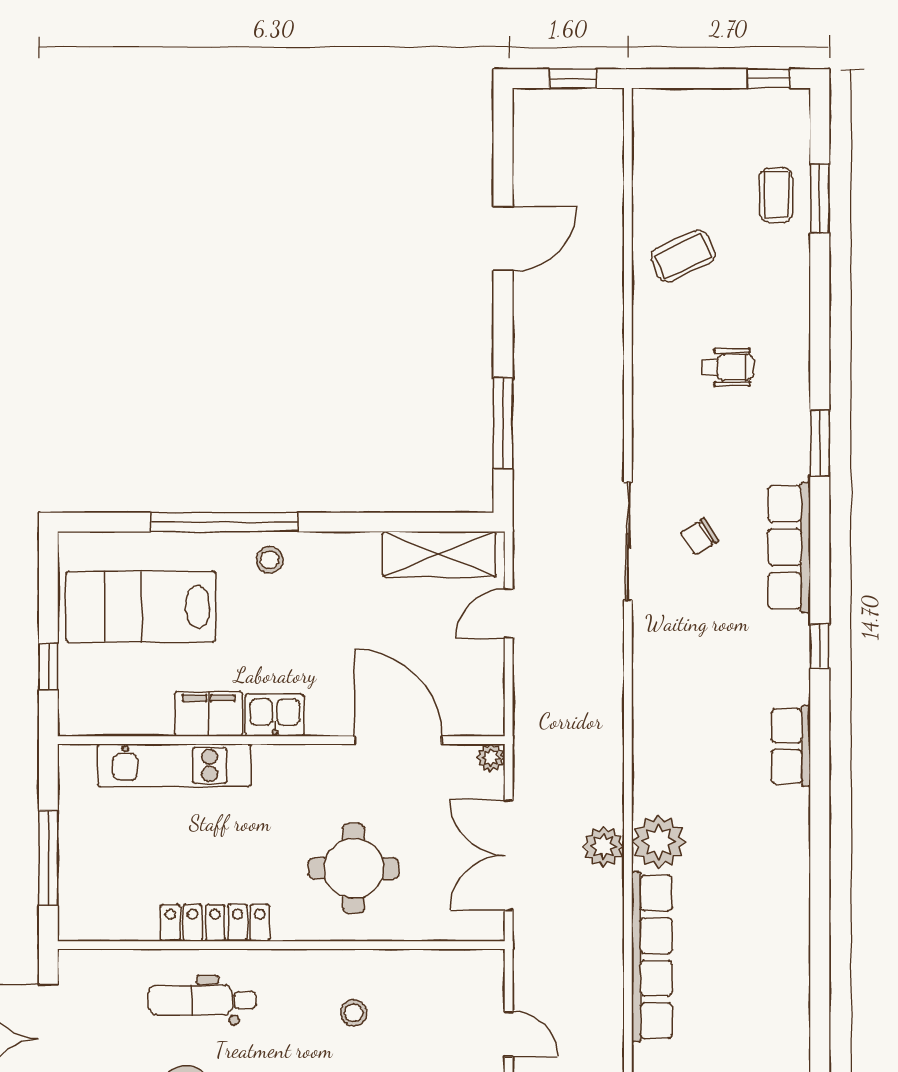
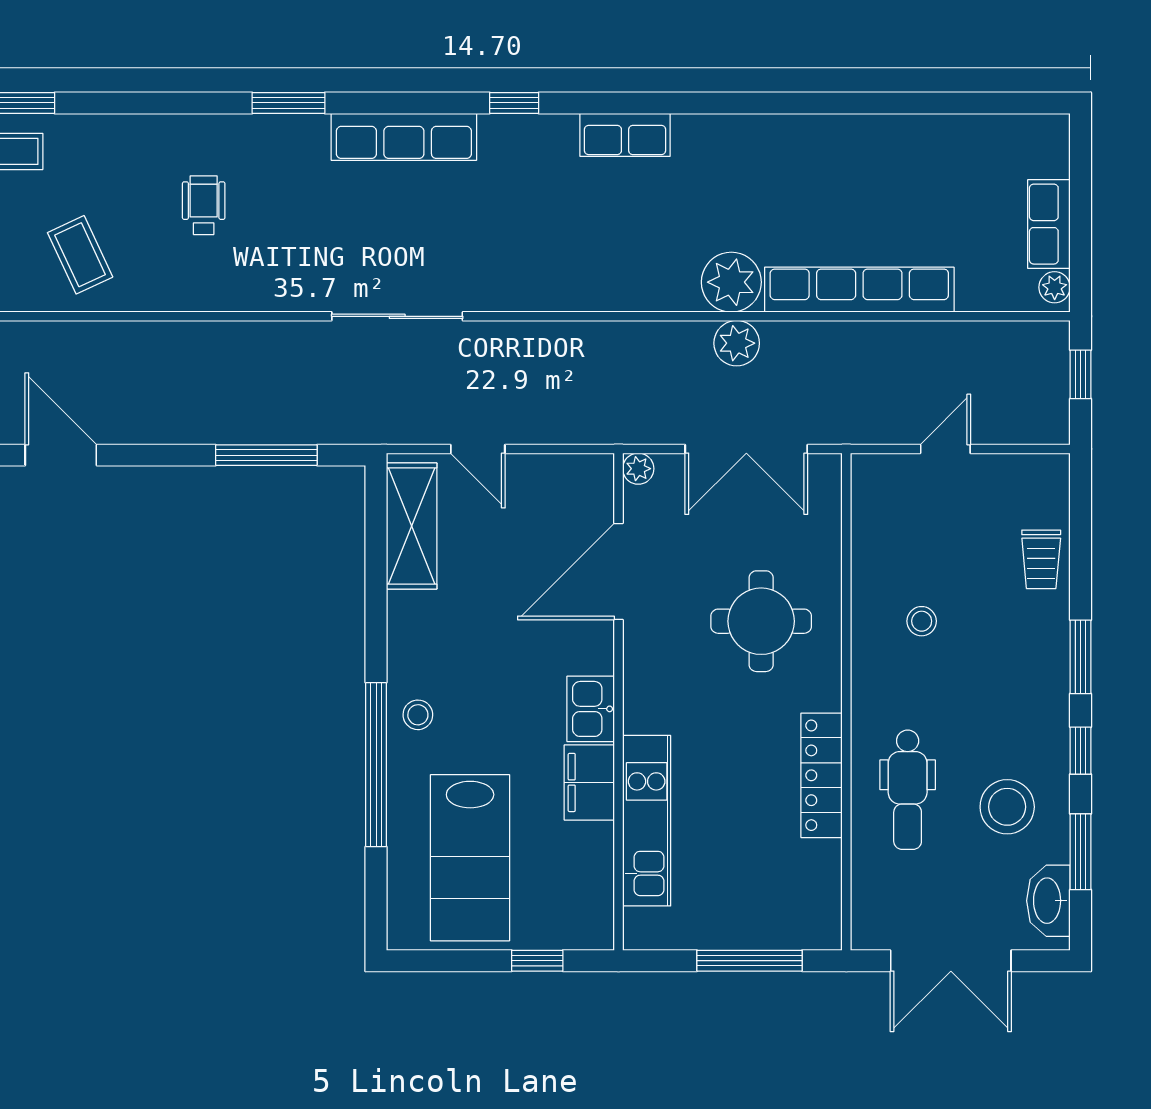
chair: (700, 536) -> (392, 236), removed

